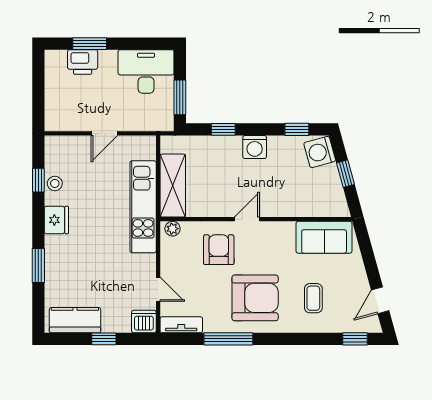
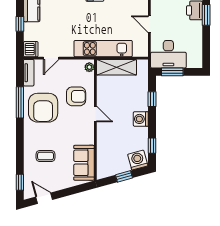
desk: (146, 71) -> (168, 54), moved, turned 90
armchair: (255, 298) -> (43, 108), moved

